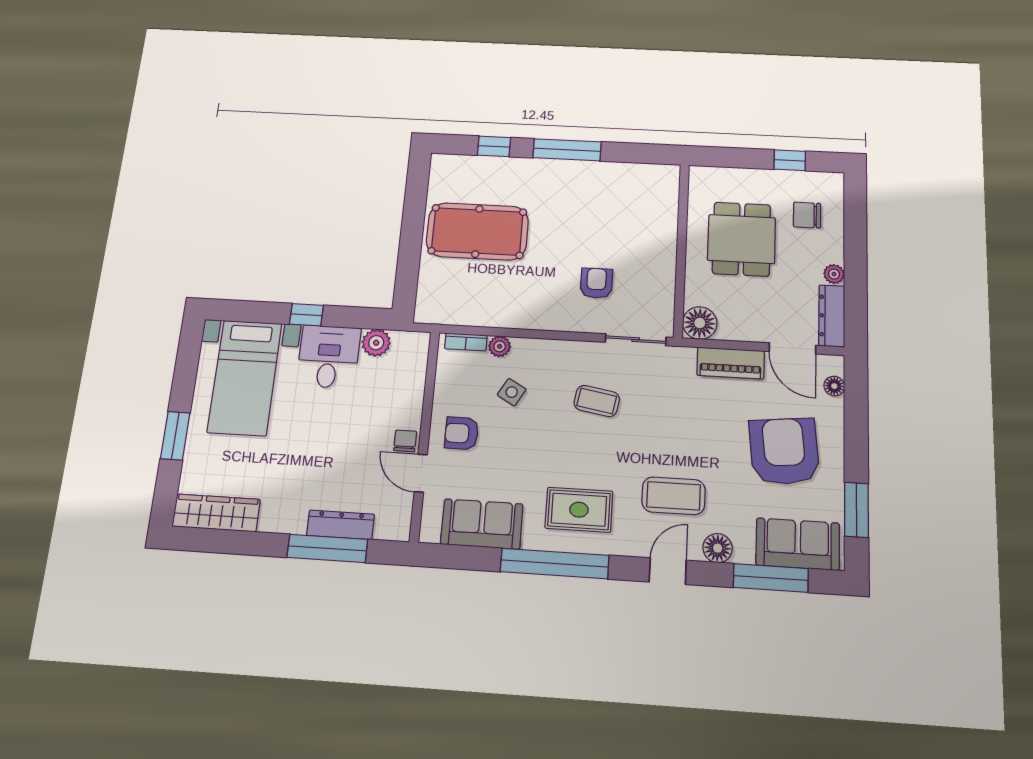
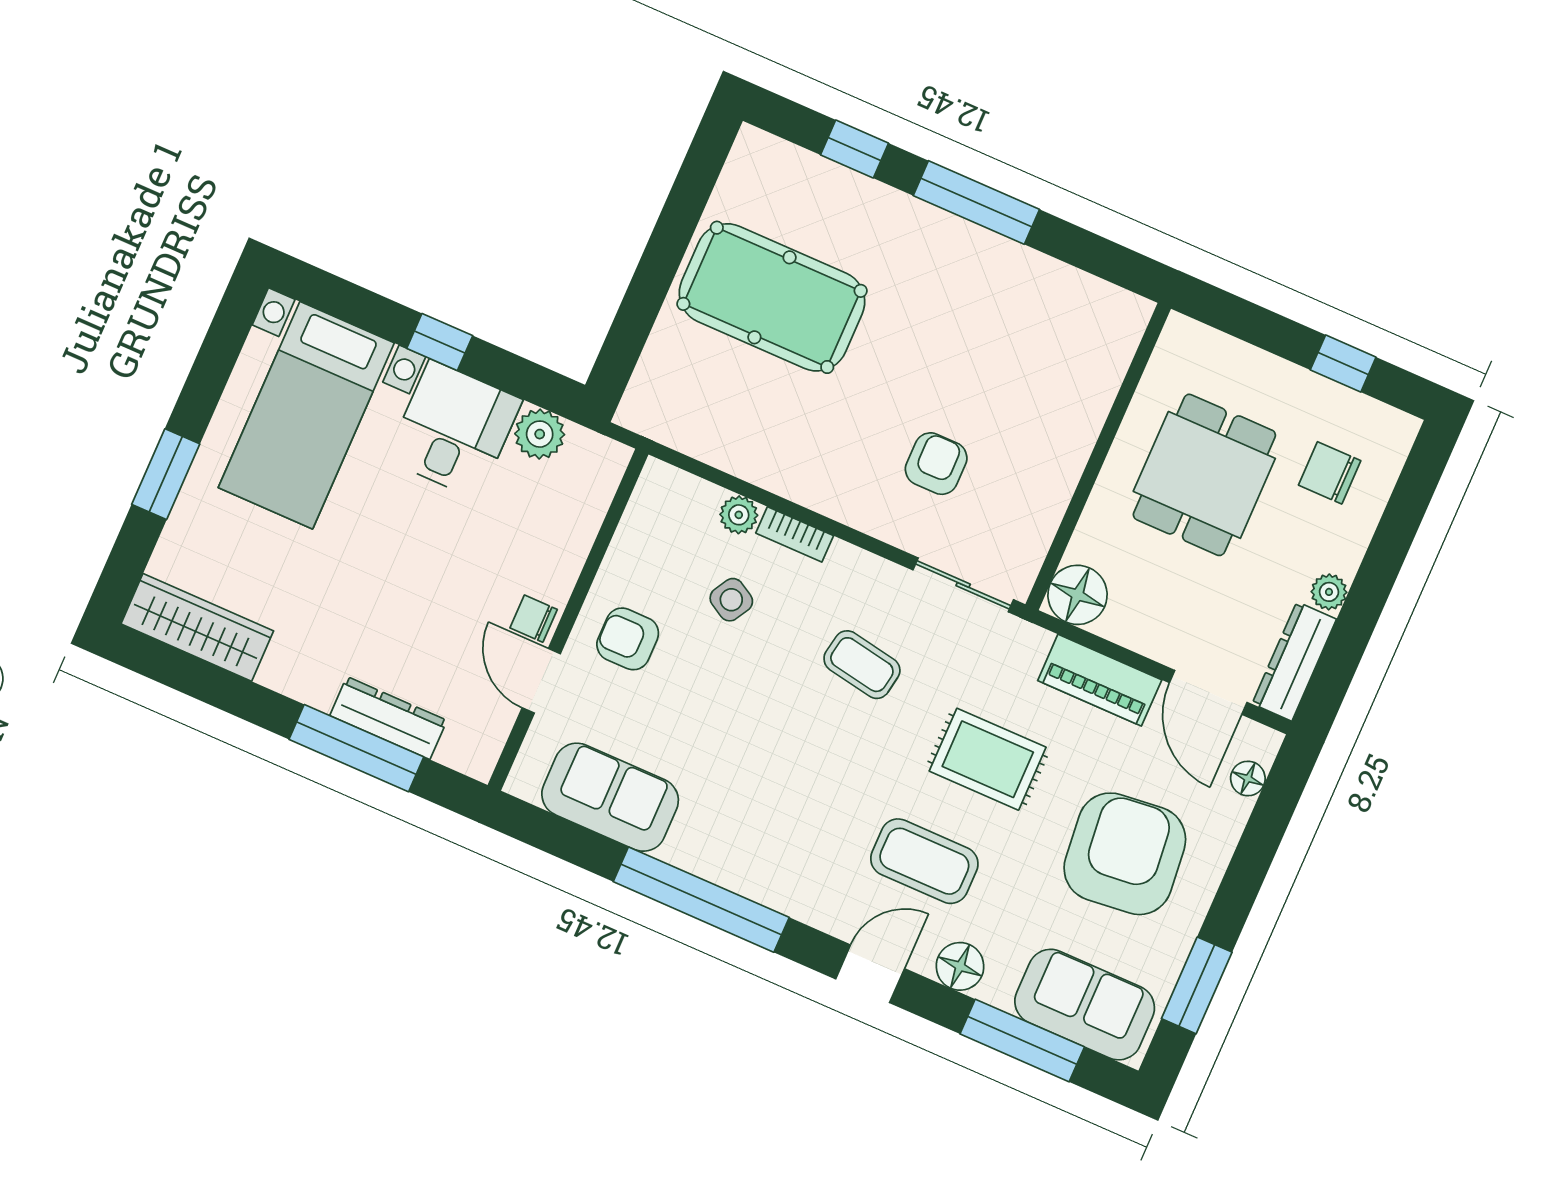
bookcase: (466, 342) -> (795, 534), moved
chair: (405, 441) -> (534, 619), turned -90
rug: (579, 510) -> (988, 759), moved

